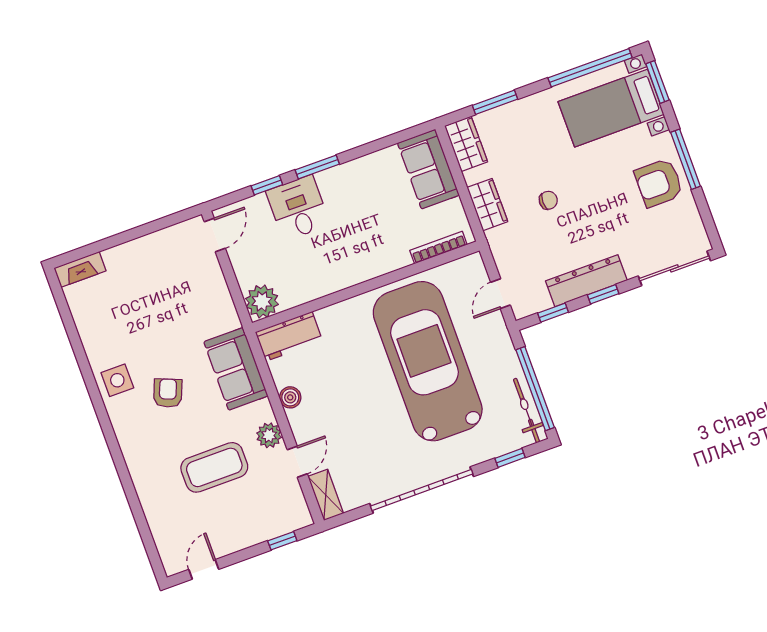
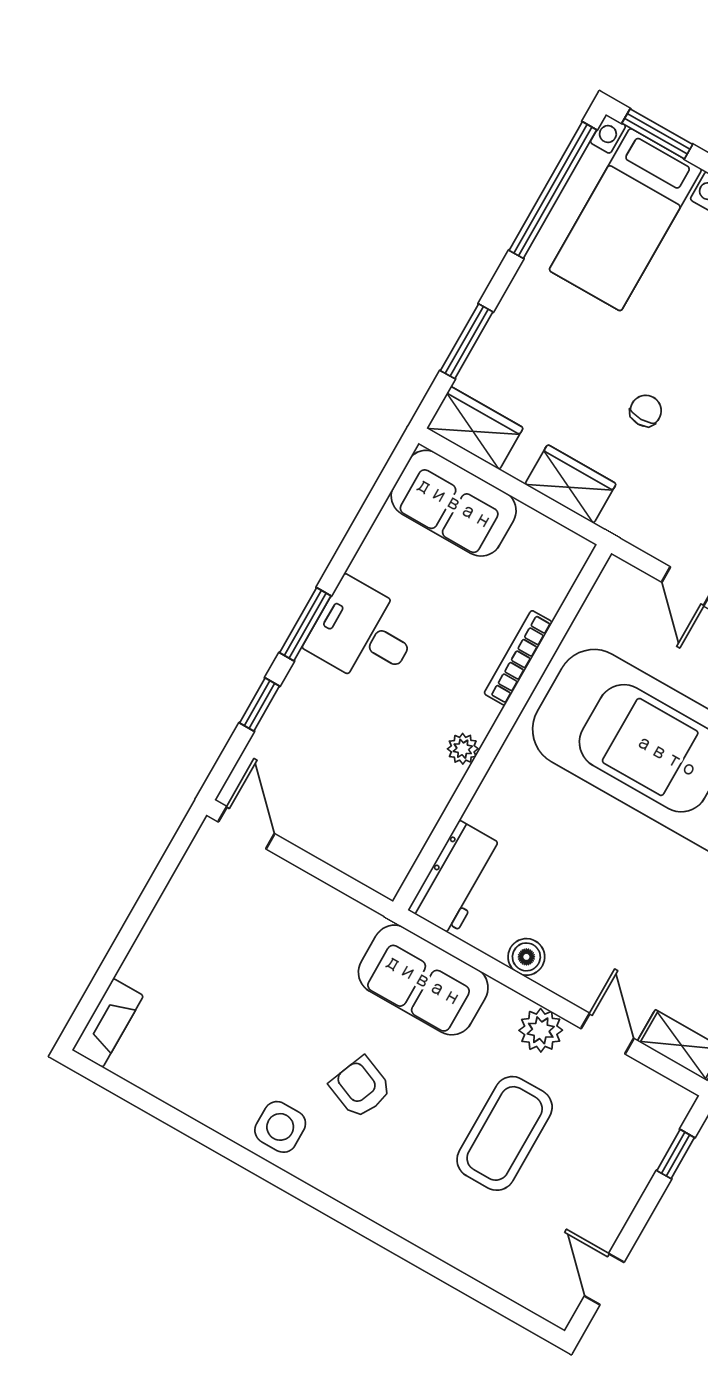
desk: (298, 208) -> (363, 633), moved
bookcase: (438, 247) -> (518, 658), moved
plant: (262, 301) -> (463, 749), moved, width x0.53, depth x0.53

